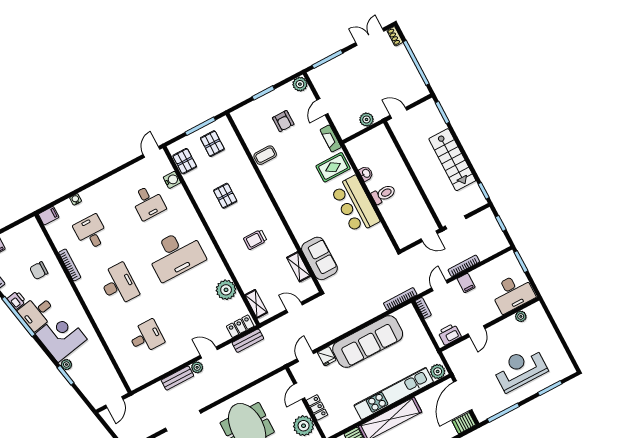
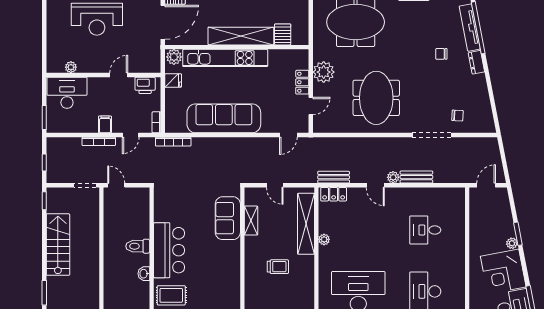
plant: (226, 290) -> (324, 239), width x0.53, depth x0.53
shelving: (256, 304) -> (306, 224), width x2.20, depth x1.33
fridge: (327, 356) -> (173, 80), moved, turned 90

